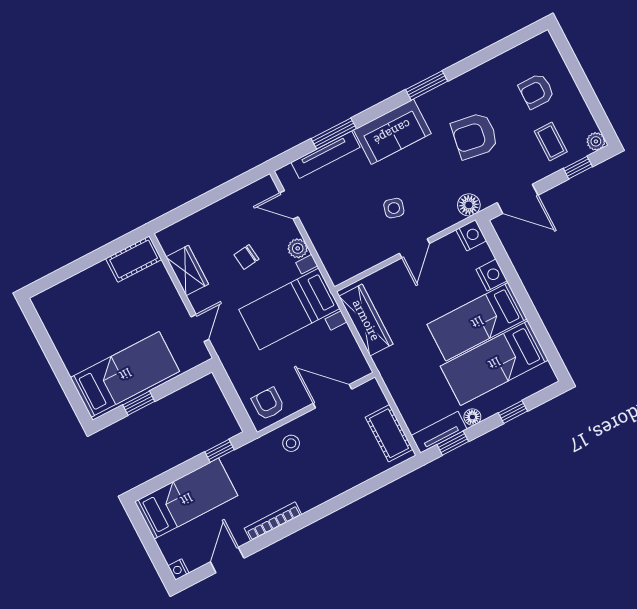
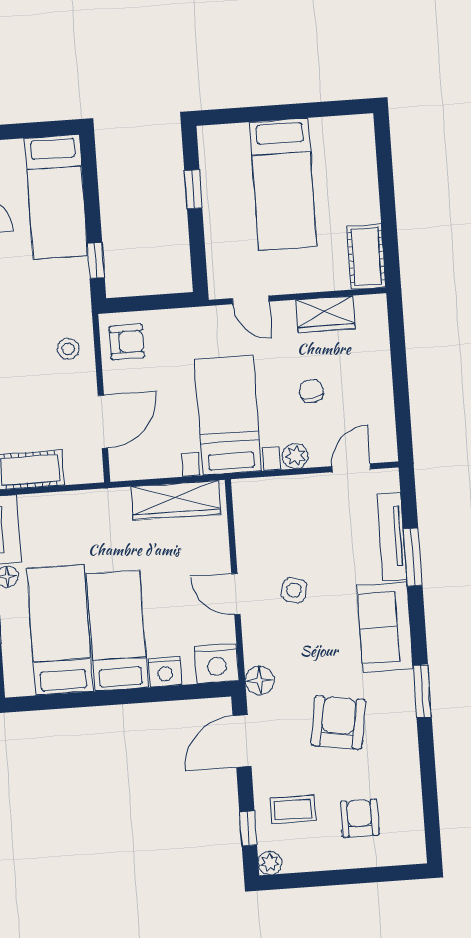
nightstand: (471, 235) -> (217, 663), width x1.36, depth x1.33
bed: (125, 374) -> (283, 184), moved

